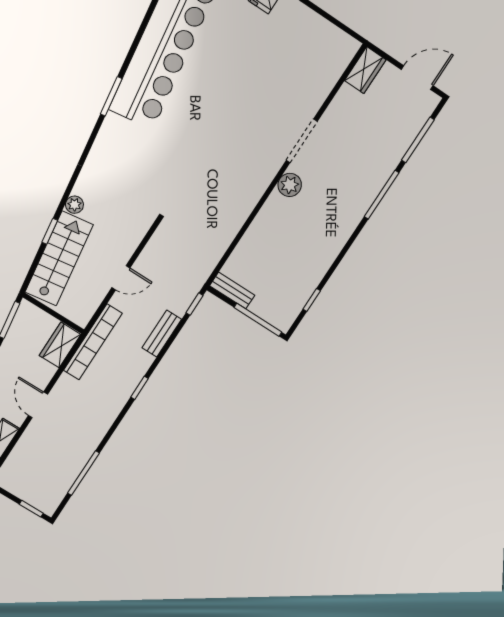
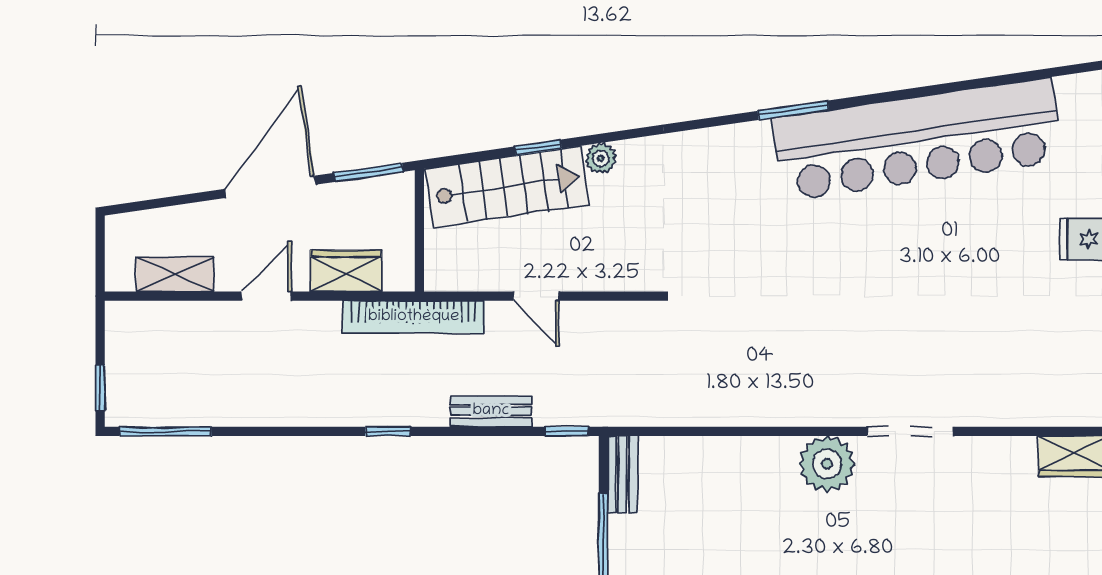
plant: (290, 185) -> (827, 464), width x1.36, depth x1.36
wardrobe: (60, 345) -> (346, 271), moved
window: (83, 473) -> (165, 431), moved

